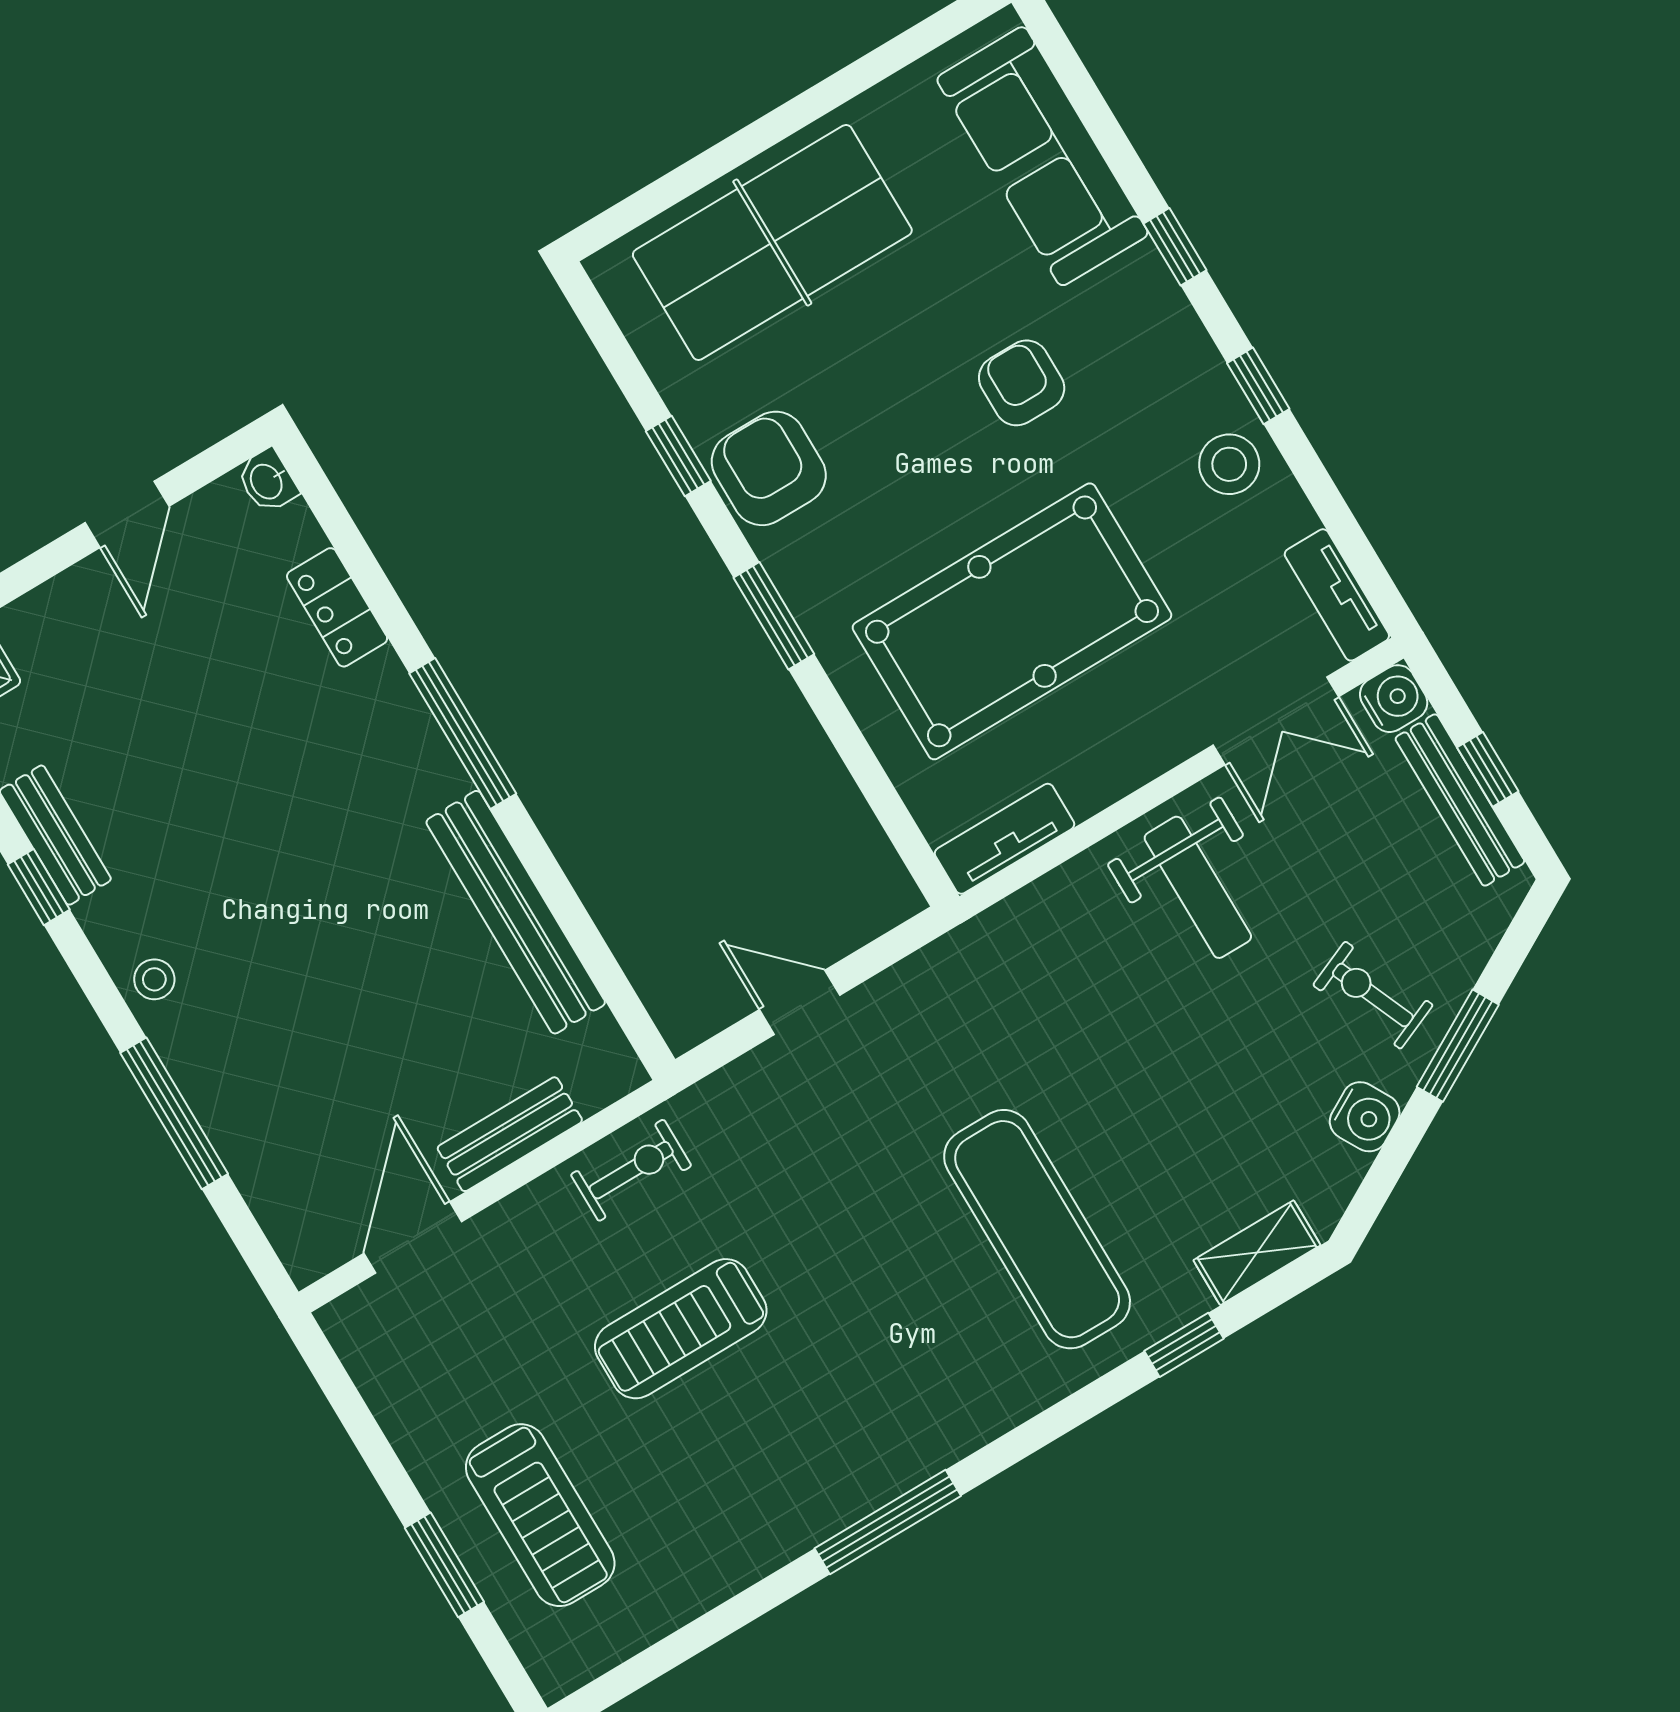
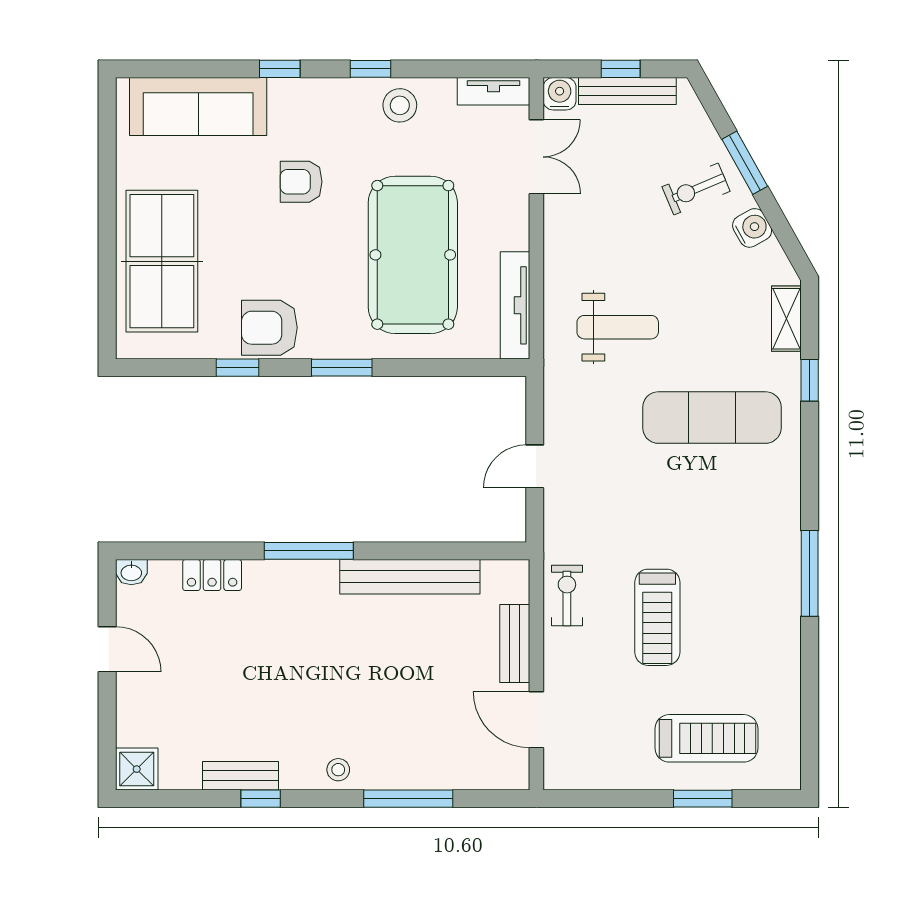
tv unit: (1005, 839) -> (515, 305), width x1.41
weight bench: (1198, 887) -> (618, 327), moved

